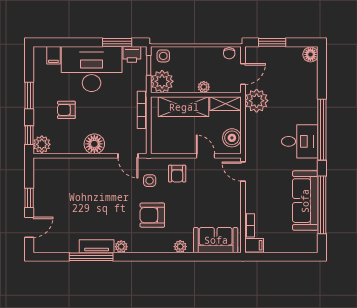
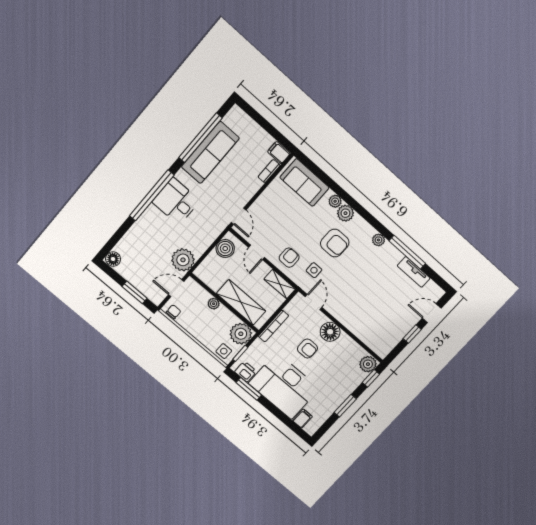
shelving: (226, 104) -> (280, 284), moved
armchair: (66, 110) -> (307, 349), moved
plant: (164, 245) -> (345, 213), added
tv unit: (97, 246) -> (414, 272), moved

